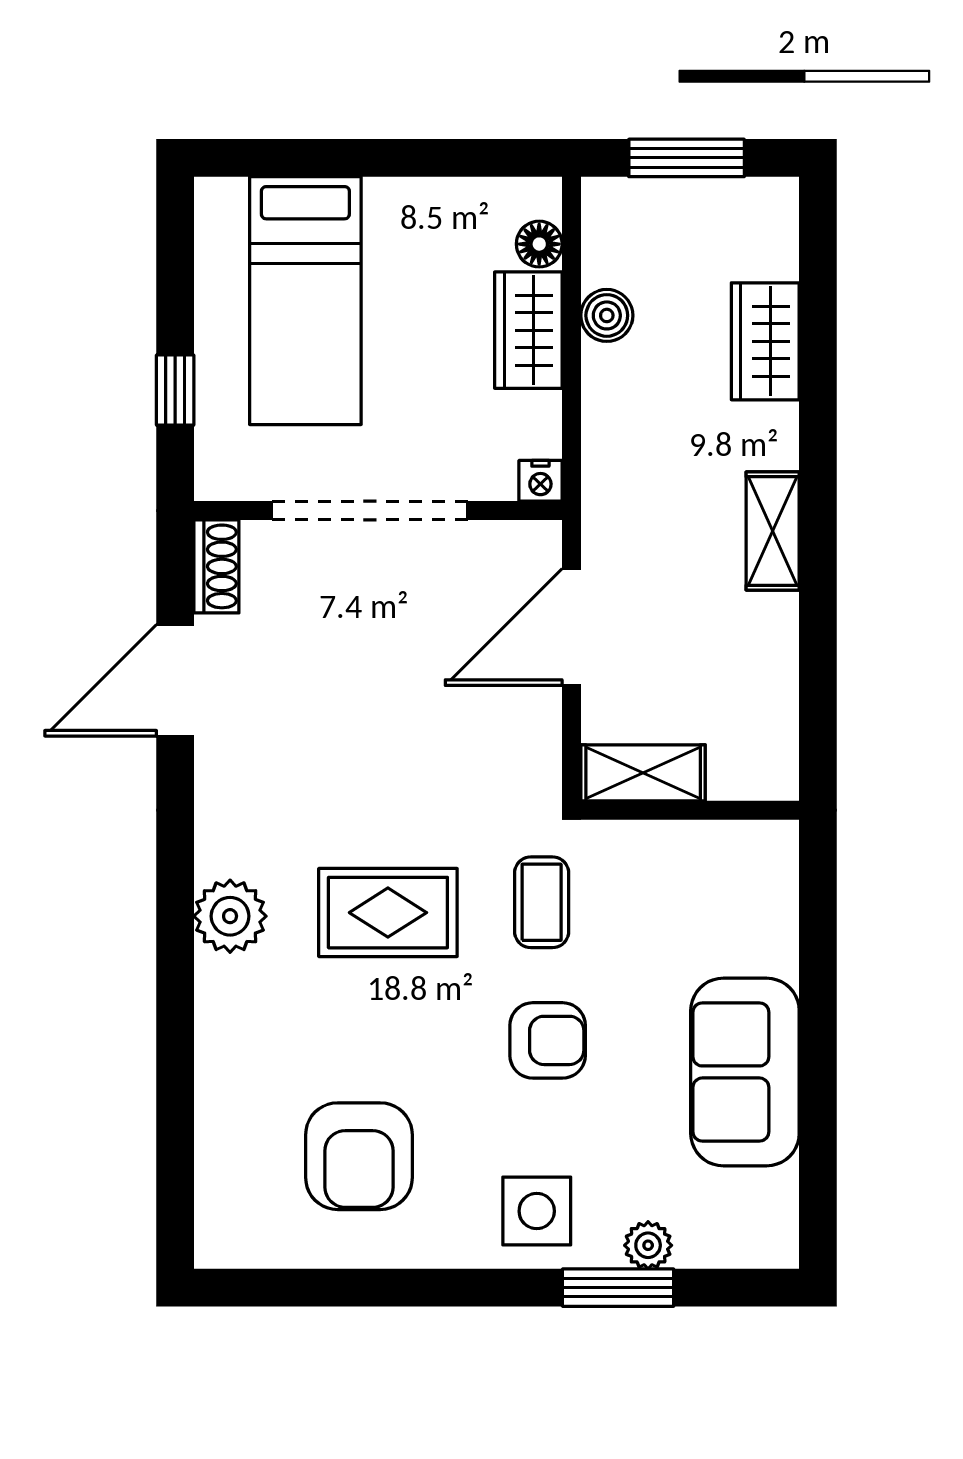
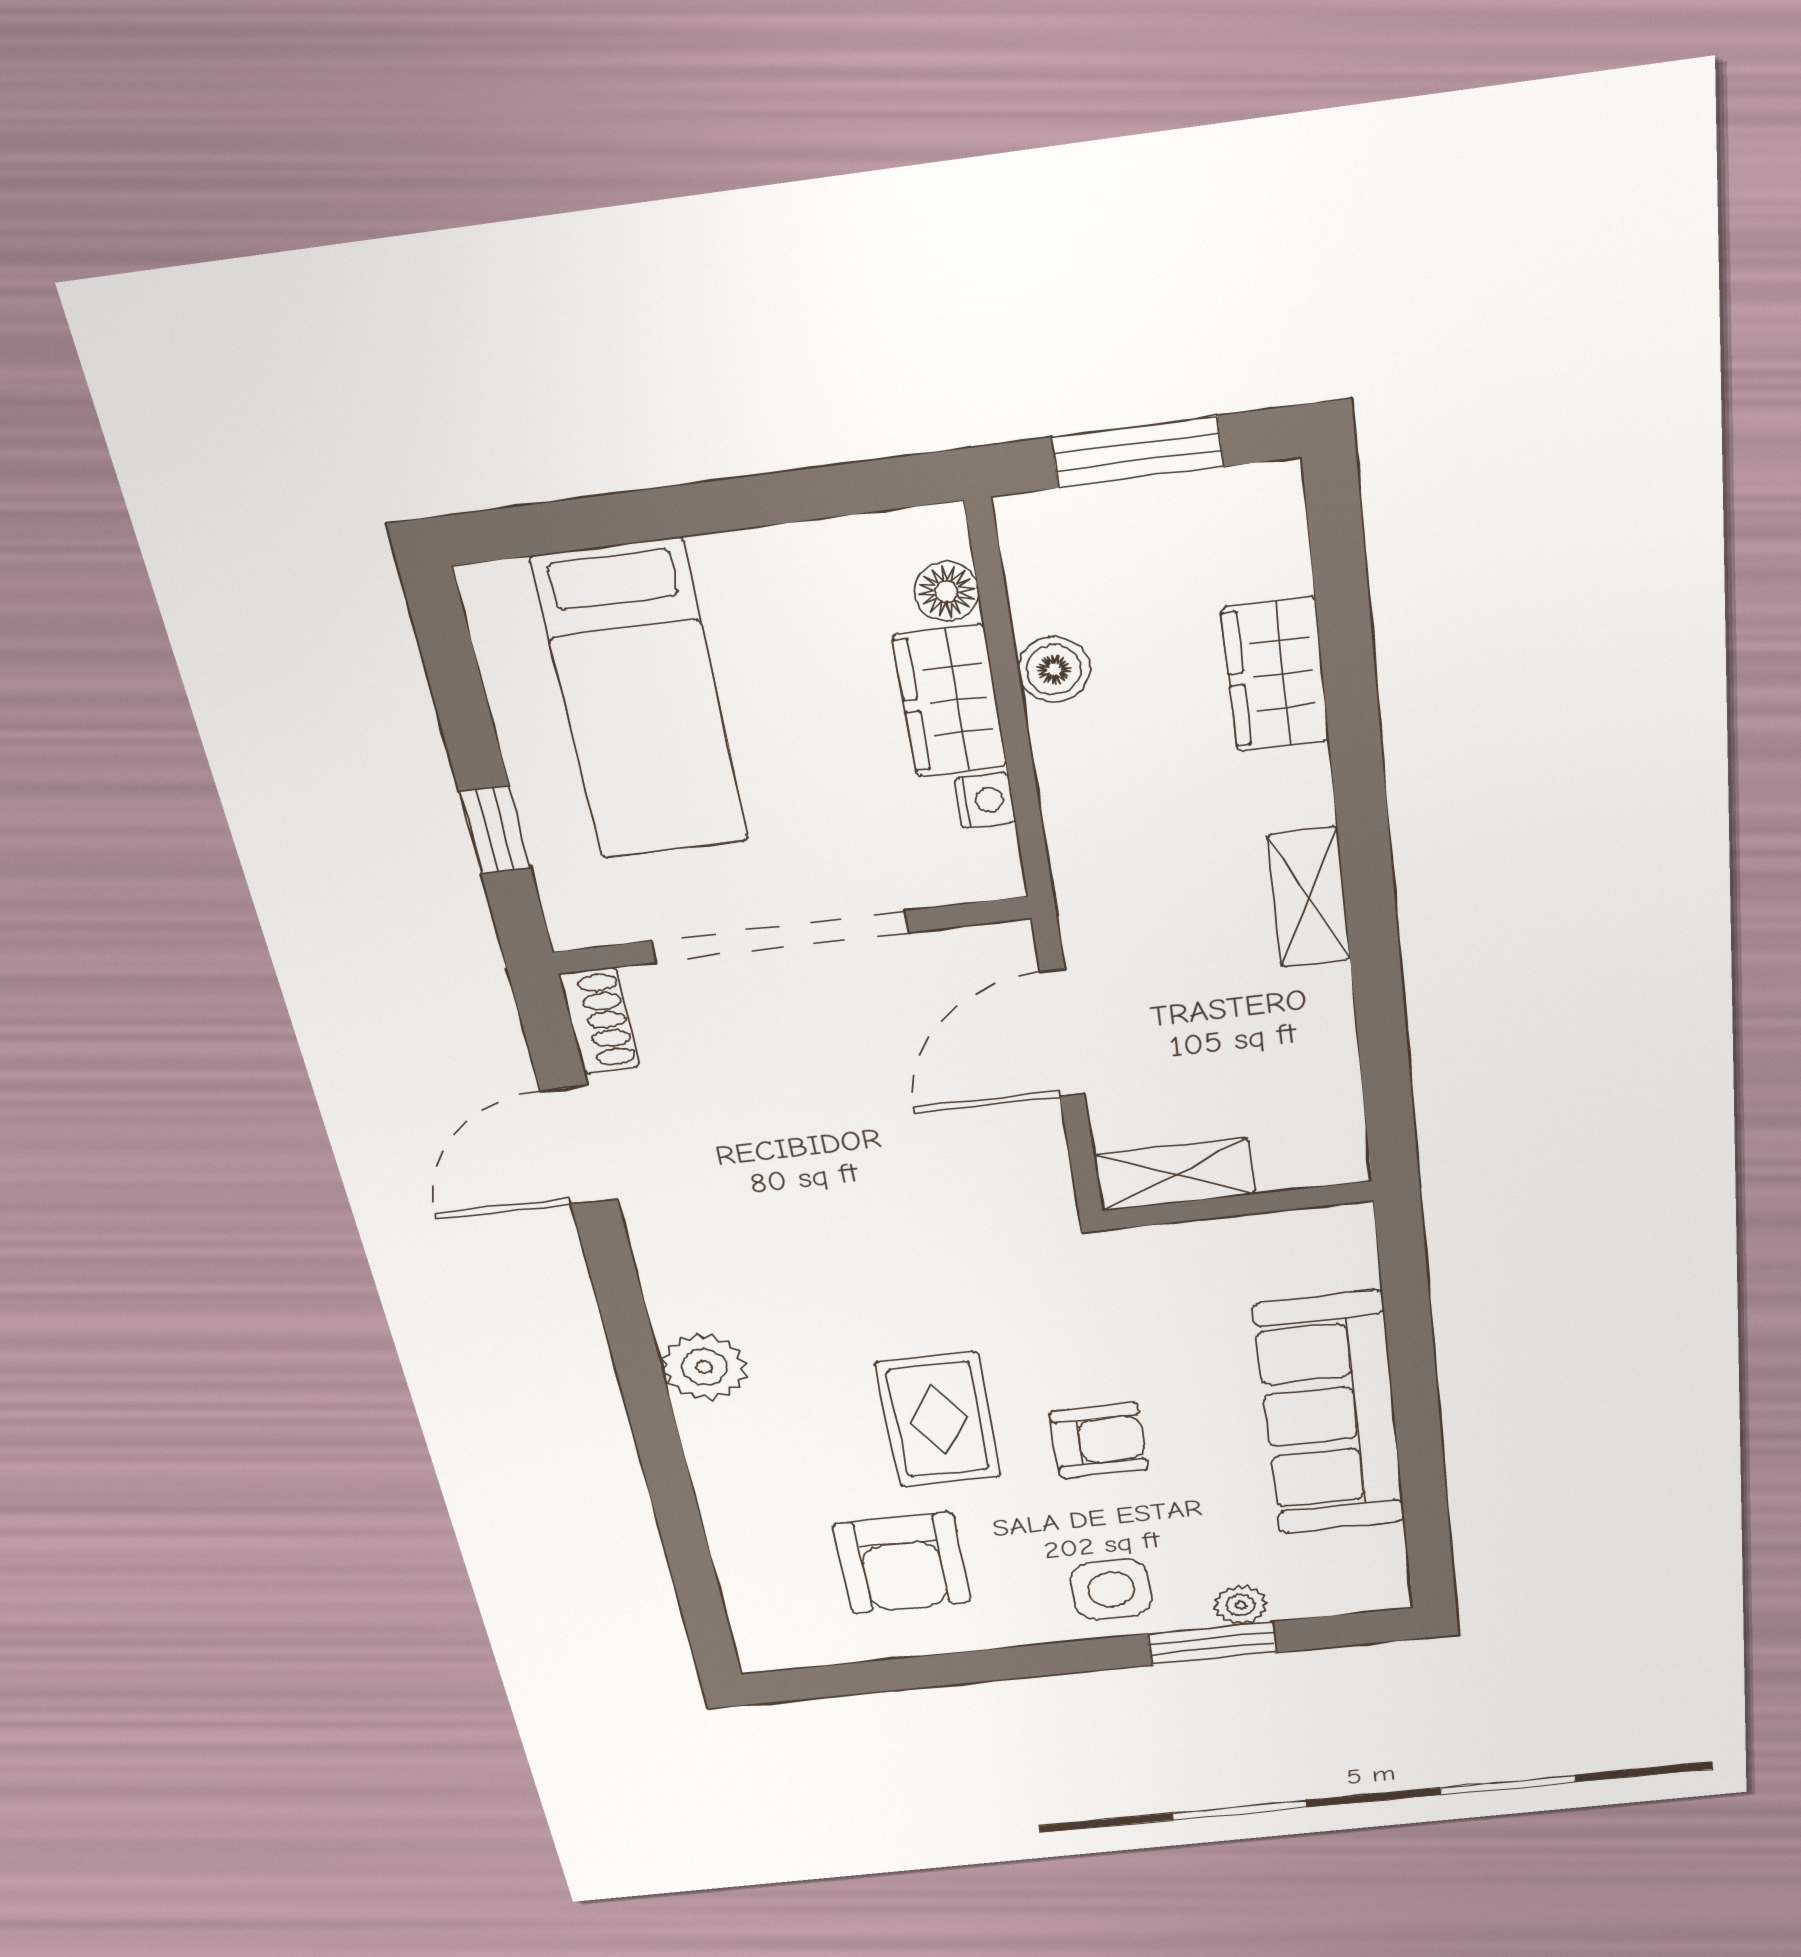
nightstand: (540, 481) -> (985, 800), moved, turned -90
coffee table: (542, 902) -> (1071, 1314), removed
rug: (388, 913) -> (938, 1420), moved, turned 90
sofa: (745, 1072) -> (1330, 1415), width x1.36

